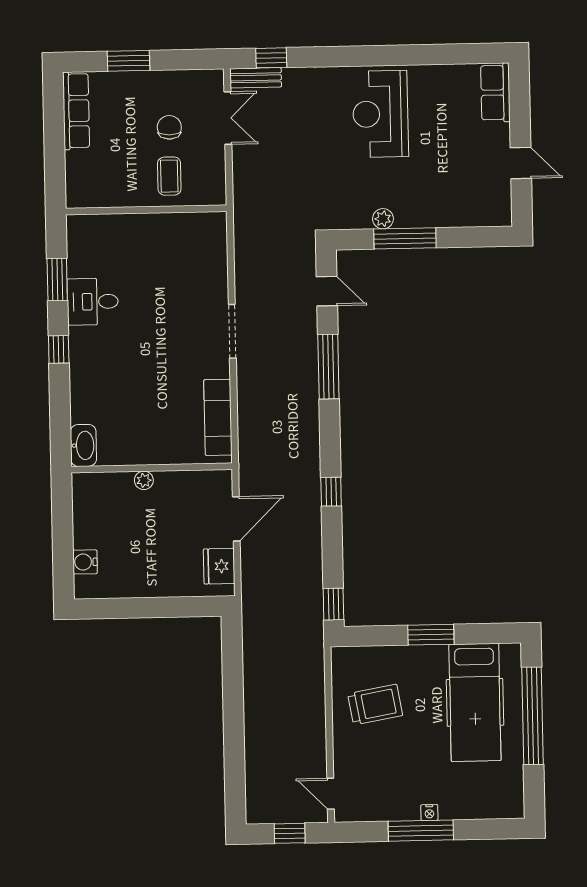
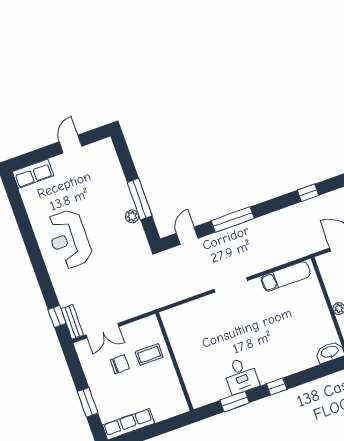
reception desk: (380, 114) -> (69, 239), turned 90
double door: (228, 118) -> (102, 331), swing flipped
chair: (169, 127) -> (120, 364), turned 180

